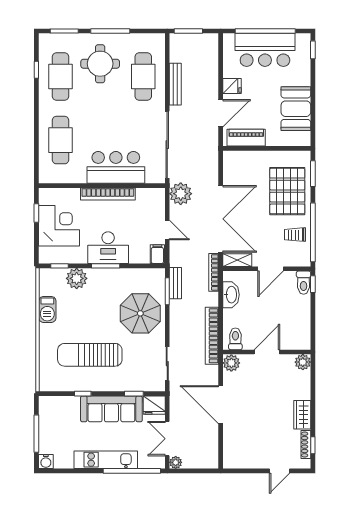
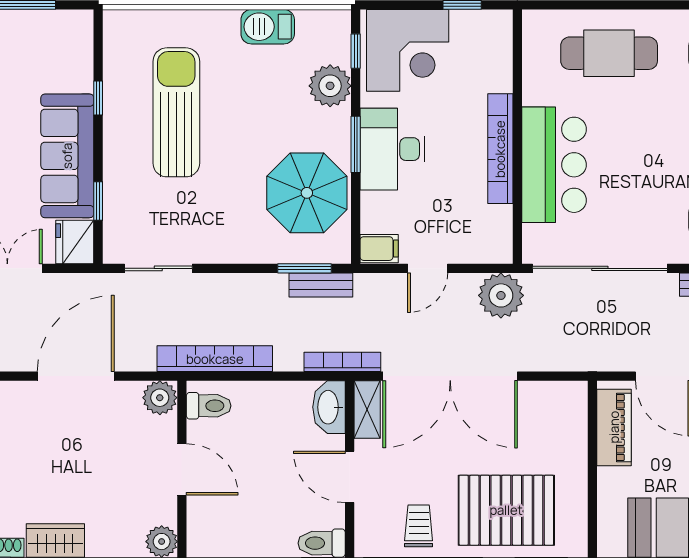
corner desk: (59, 226) -> (408, 50), moved
washbasin: (231, 295) -> (329, 407), moved, turned 90
parasol: (140, 313) -> (307, 193), moved

